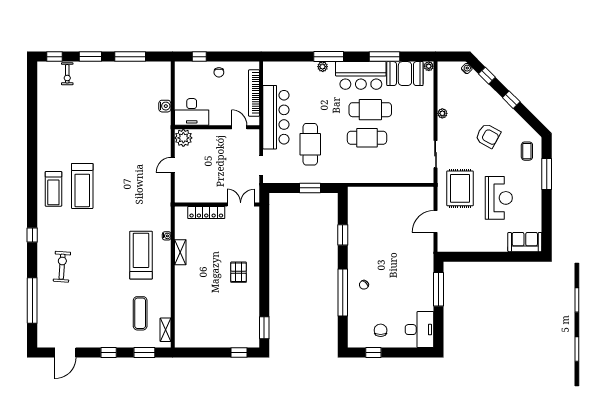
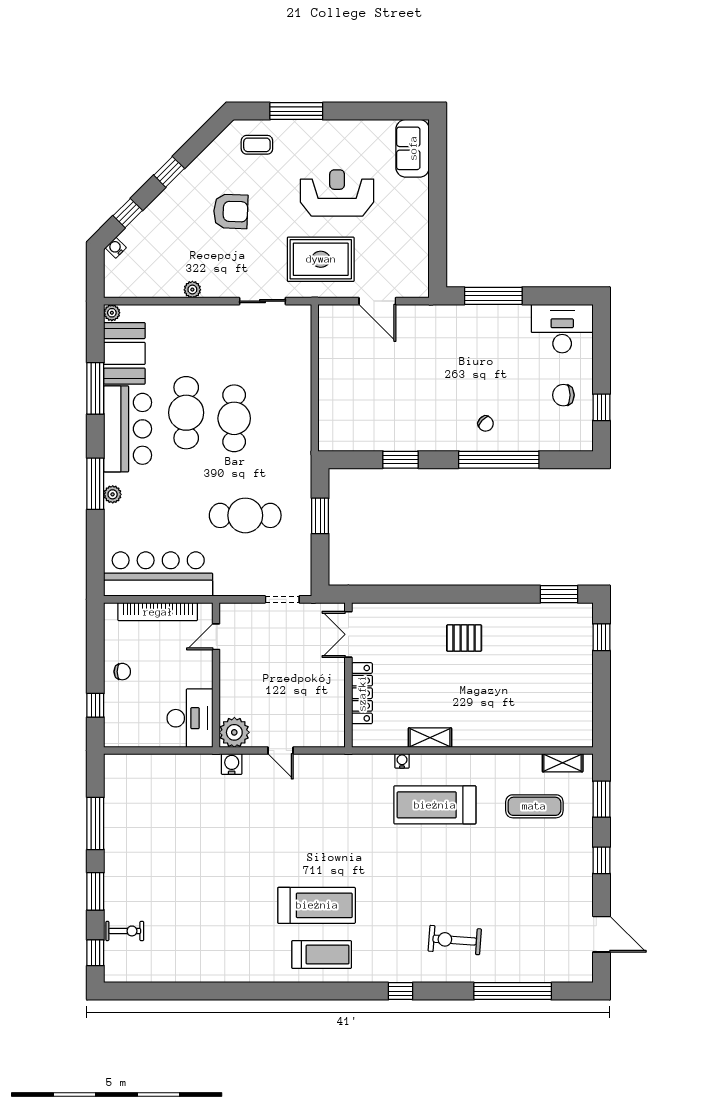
water cooler: (165, 106) -> (232, 764), moved
bar counter: (276, 117) -> (158, 574), moved
armchair: (488, 136) -> (231, 211), turned 63

